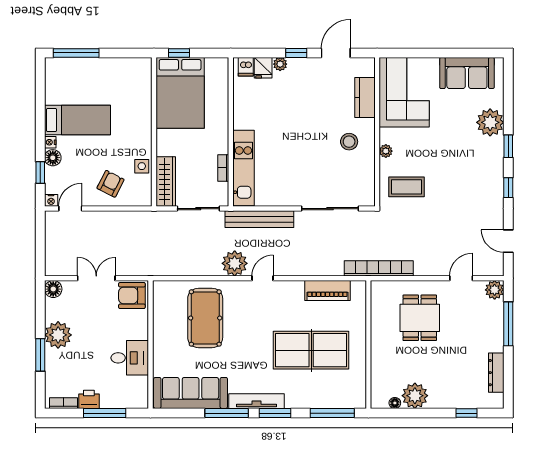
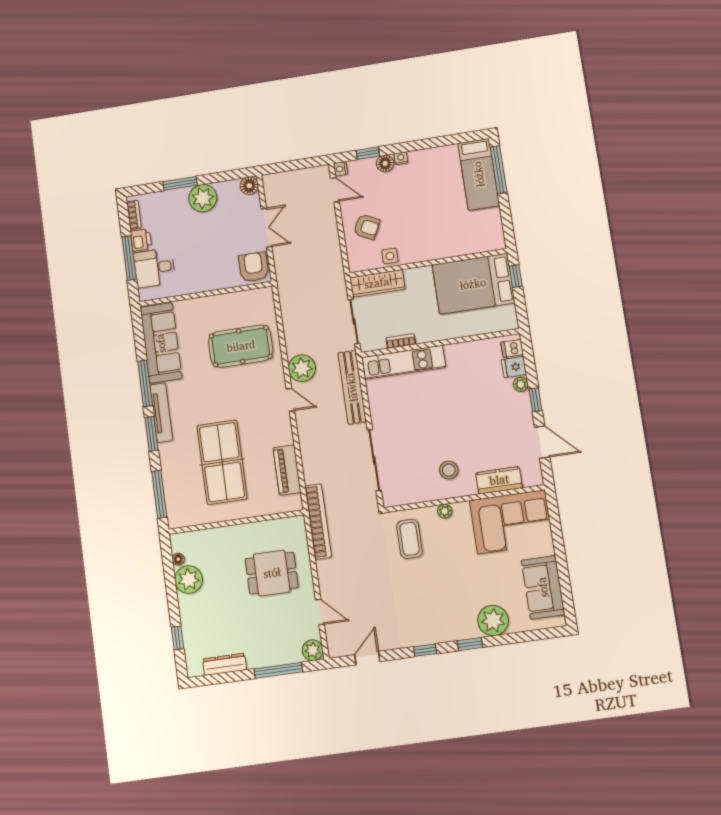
bed: (78, 120) -> (479, 174), moved
desk: (130, 358) -> (154, 268), moved, turned 90

